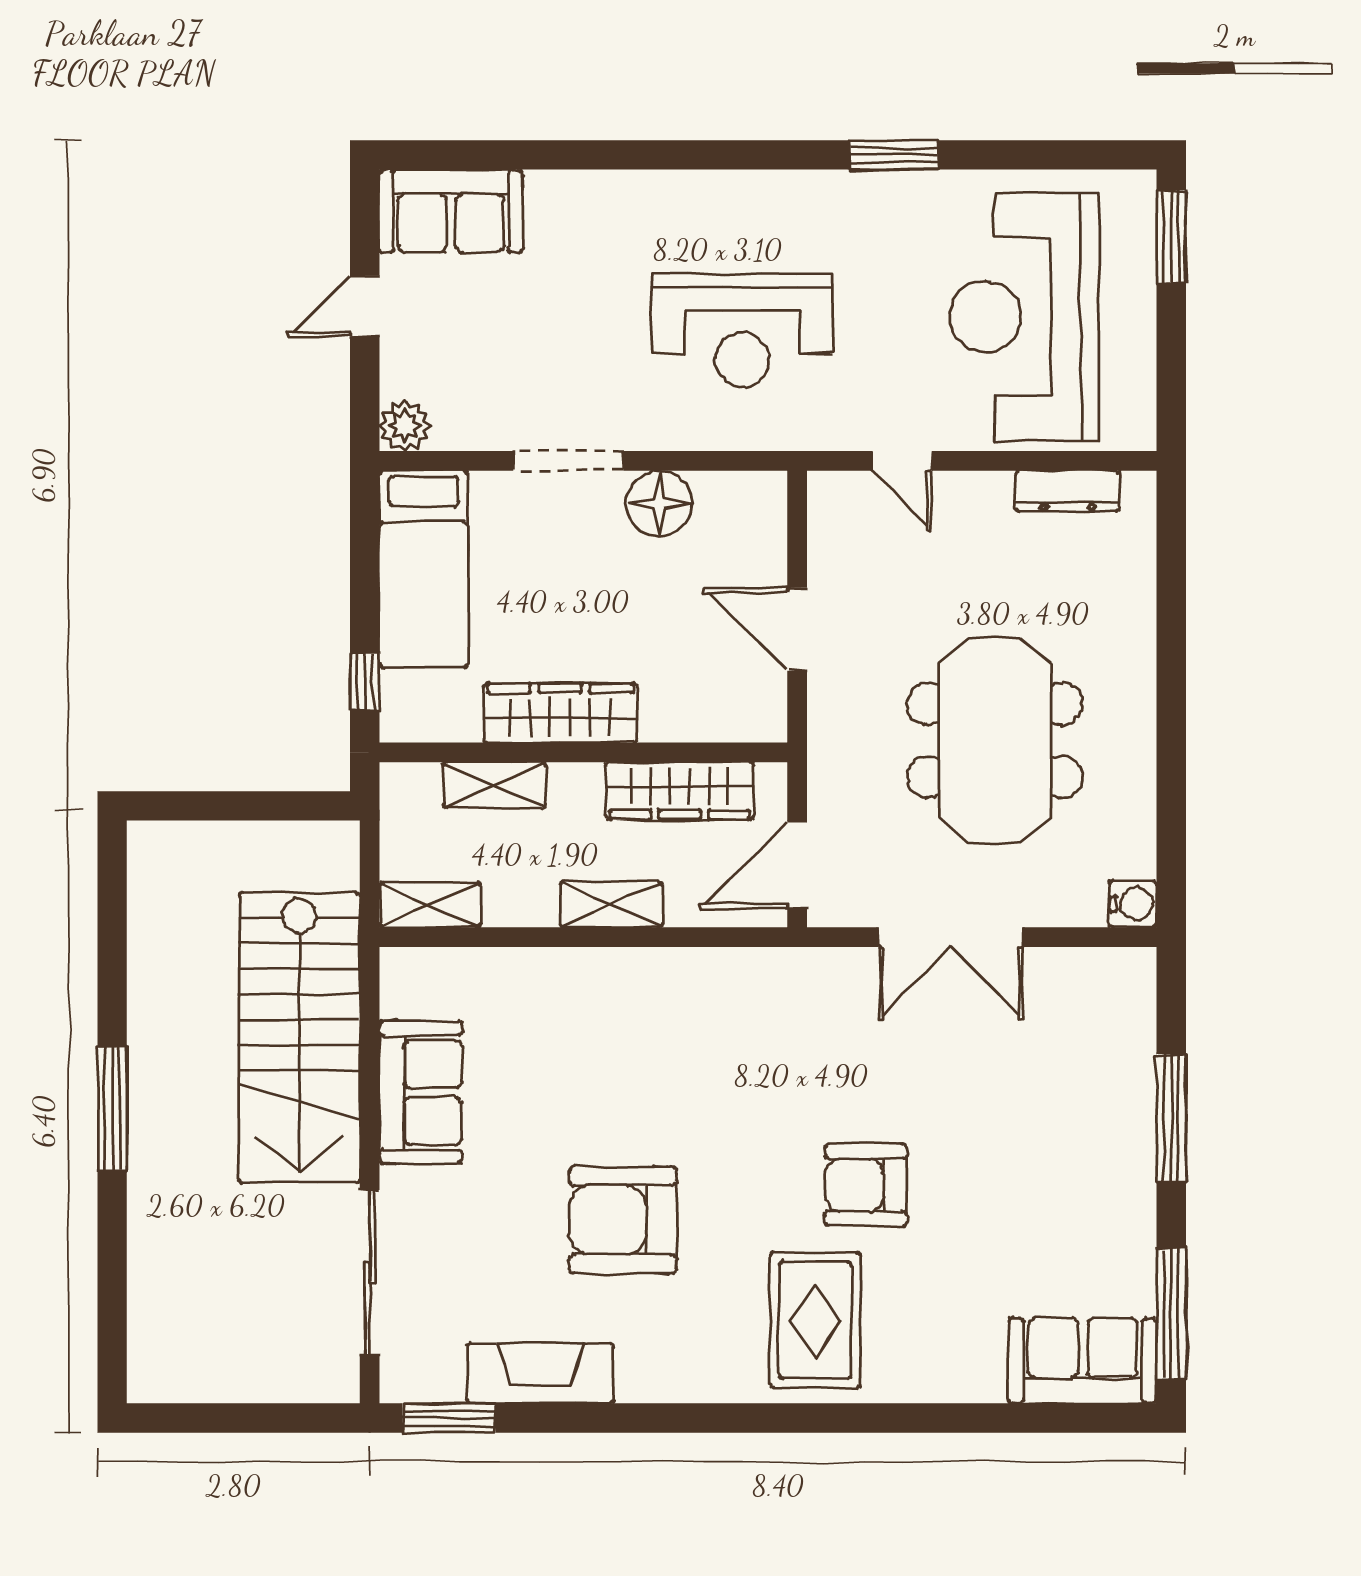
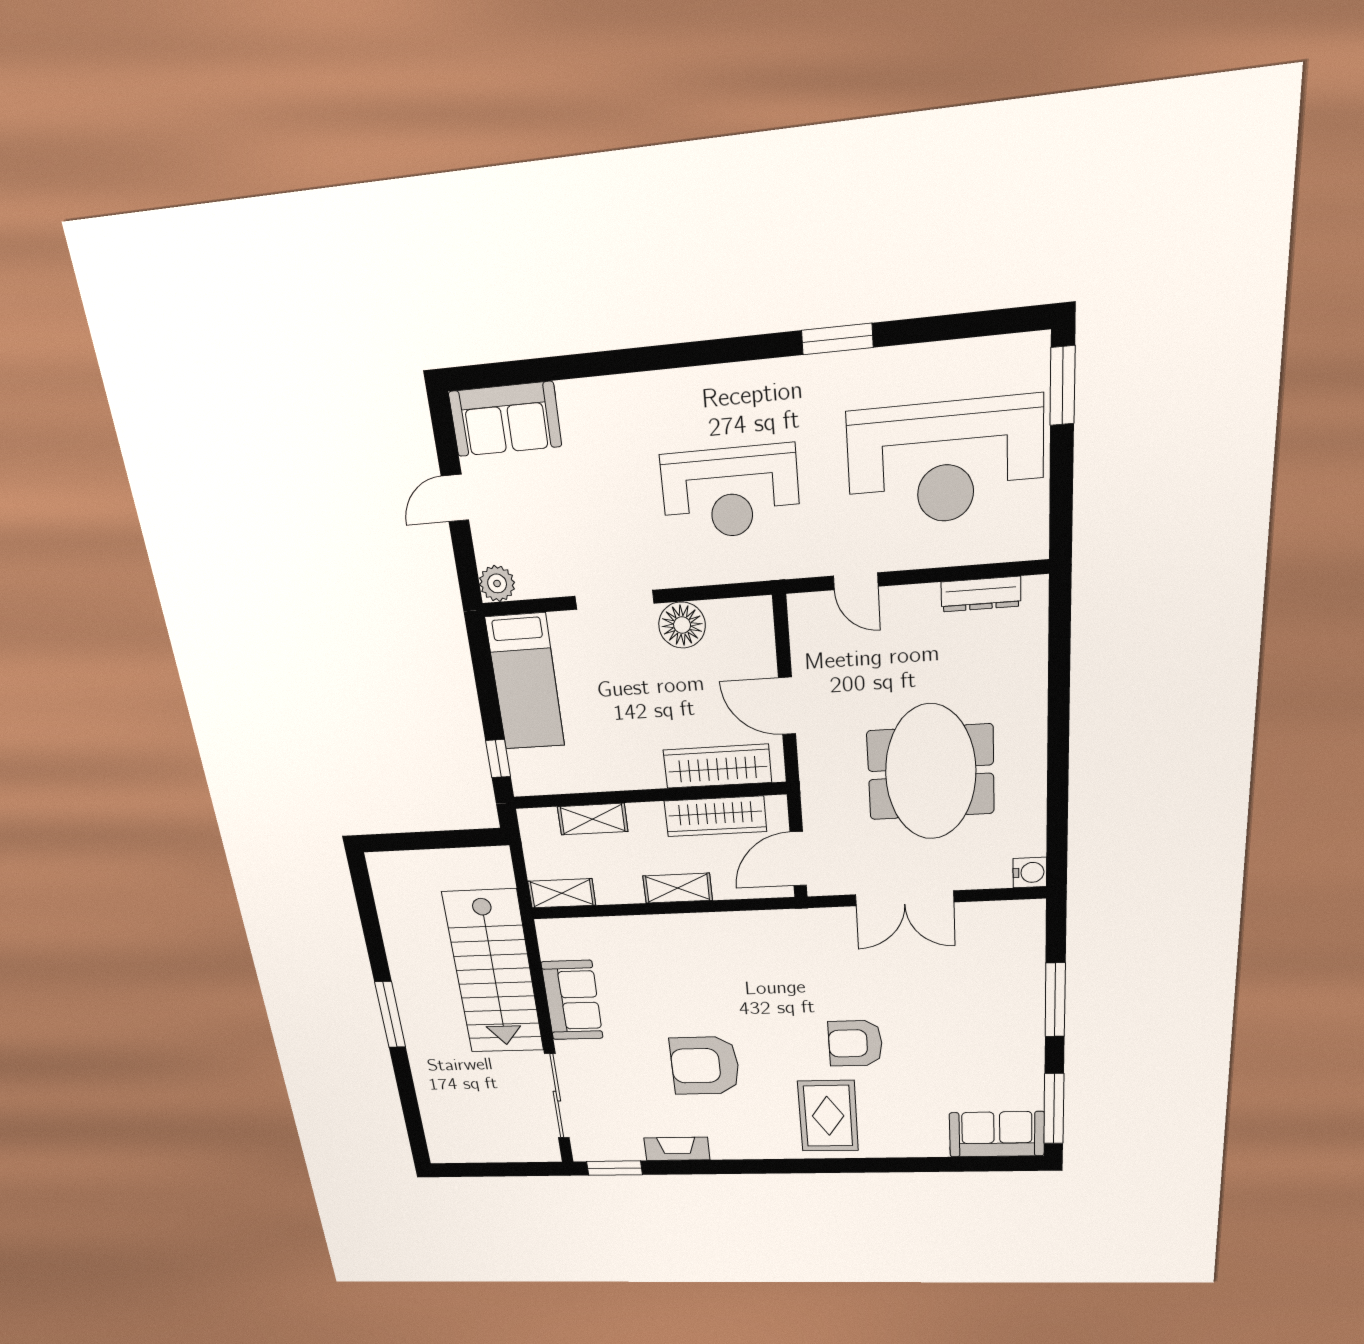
reception desk: (1024, 317) -> (945, 462), turned -90
wardrobe: (560, 713) -> (717, 766), moved
fireplace: (540, 1373) -> (677, 1149), width x0.73, depth x0.76

